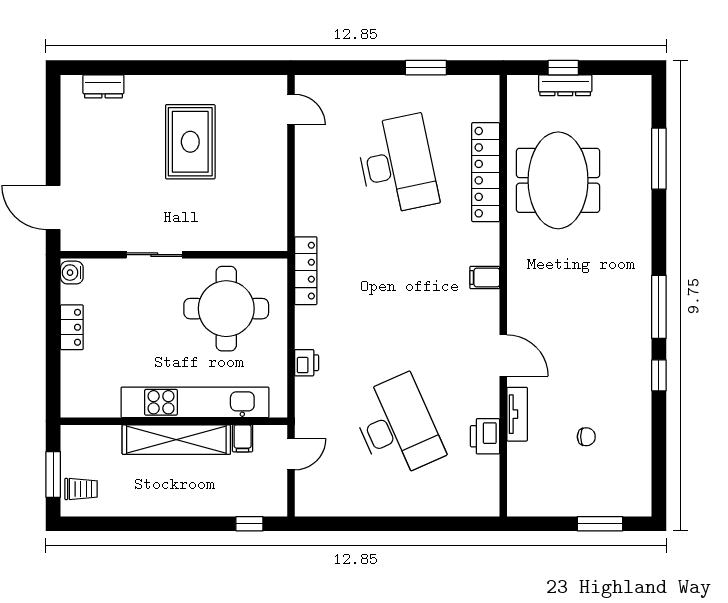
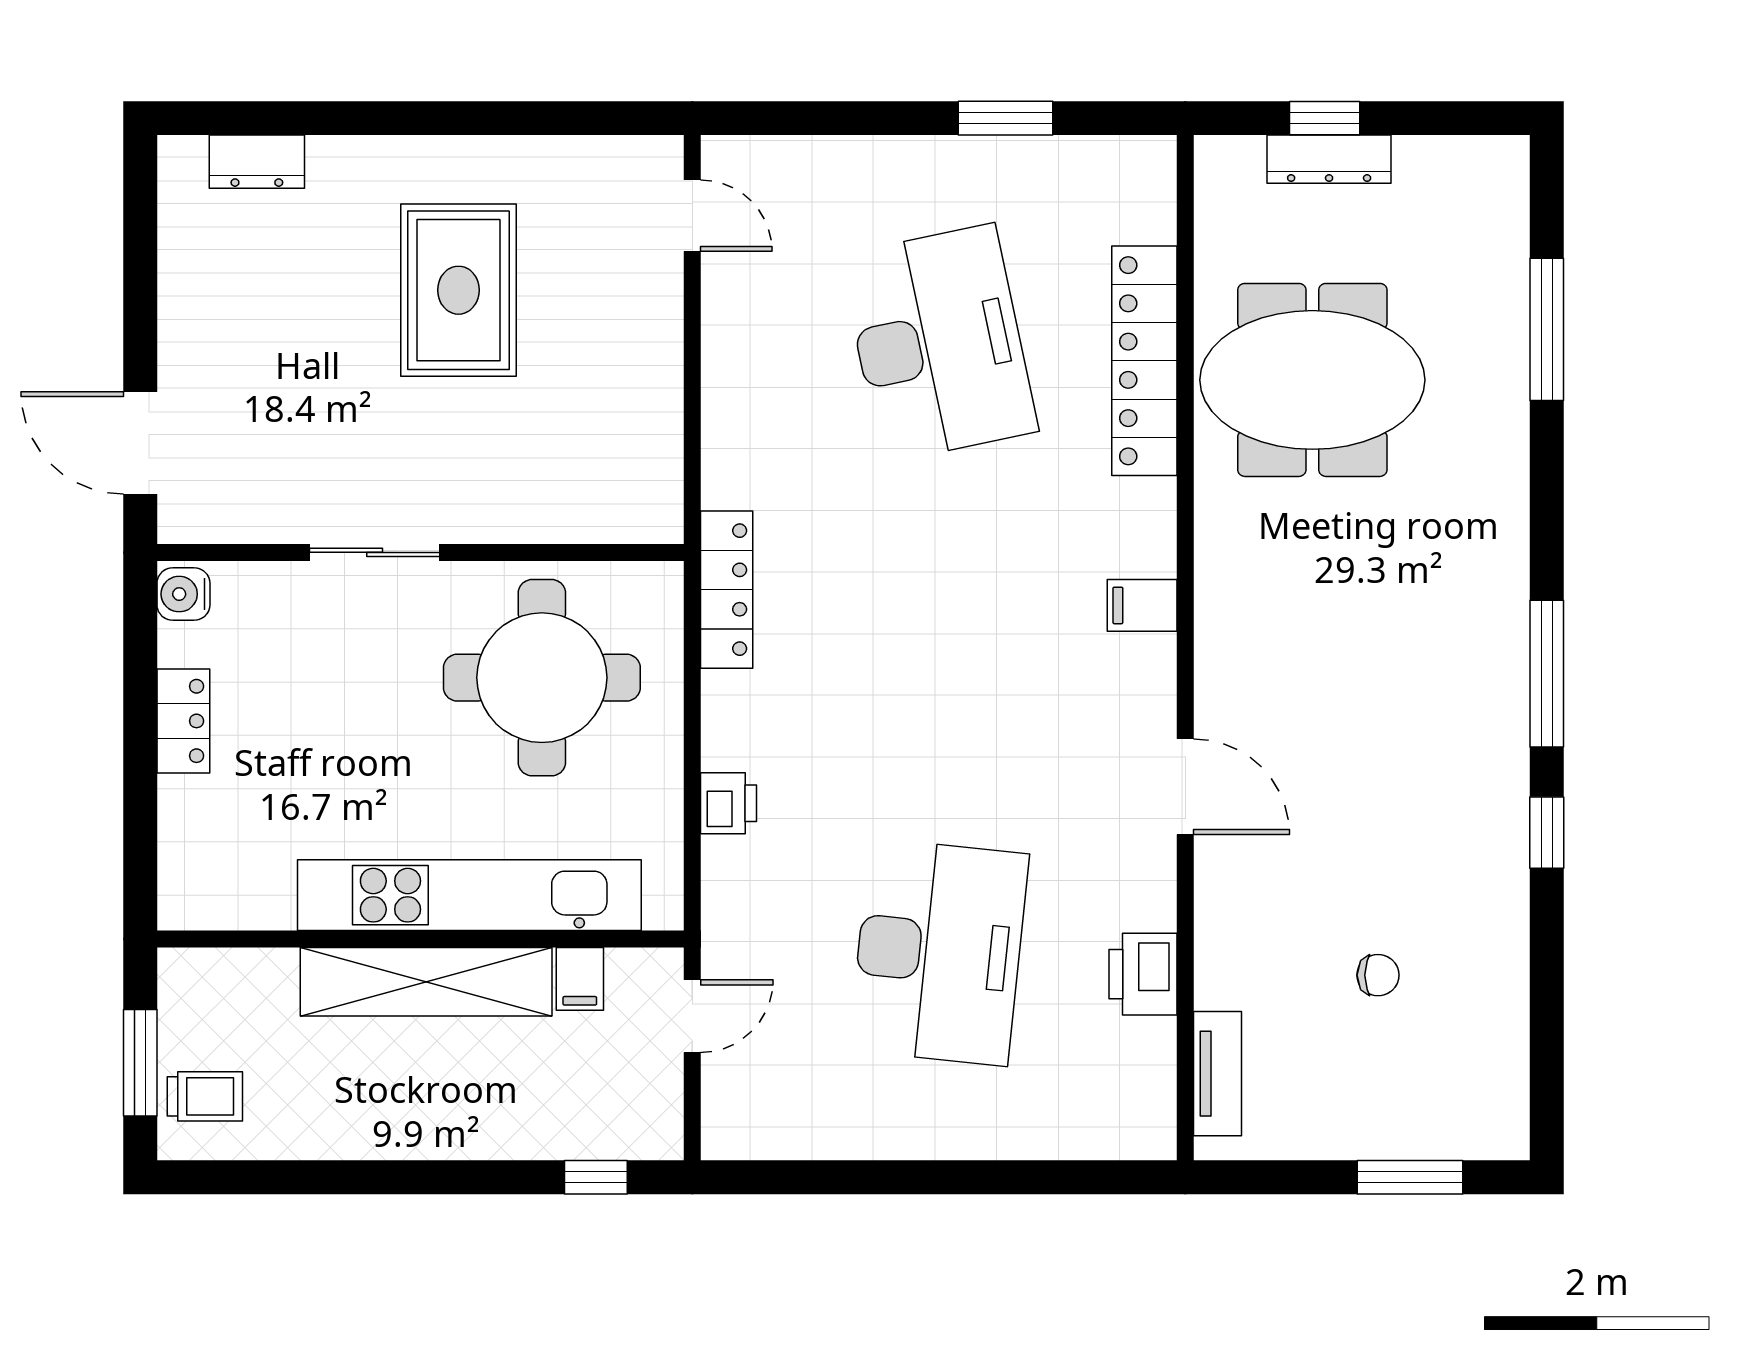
meeting table: (558, 180) -> (1312, 380), turned 90
tv unit: (517, 414) -> (1218, 1074), moved
desk: (397, 427) -> (939, 952), turned 30

